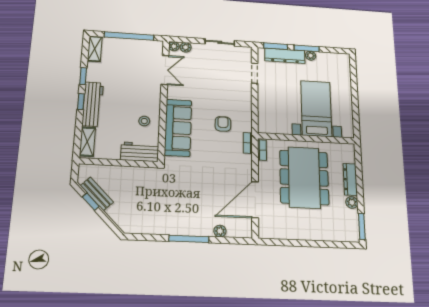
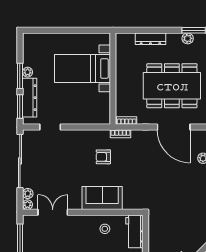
sliding door: (220, 42) -> (20, 161), width x1.86
sofa: (178, 128) -> (102, 198), width x0.73
dining table: (304, 177) -> (172, 86), moved
plant: (352, 202) -> (188, 38), moved

